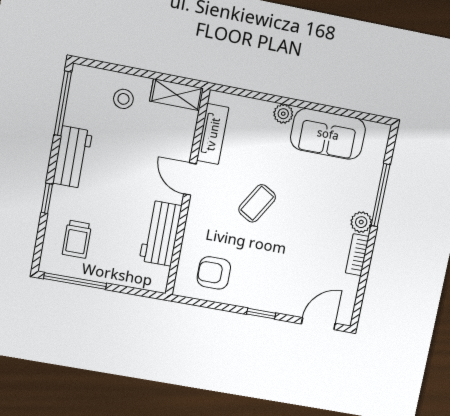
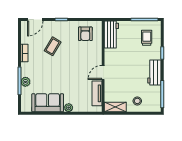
door: (190, 179) -> (103, 72), swing flipped
coffee table: (257, 203) -> (53, 46), moved
plant: (361, 222) -> (25, 82), moved
workbench: (161, 233) -> (111, 34), moved
armchair: (214, 273) -> (85, 34), turned 90

